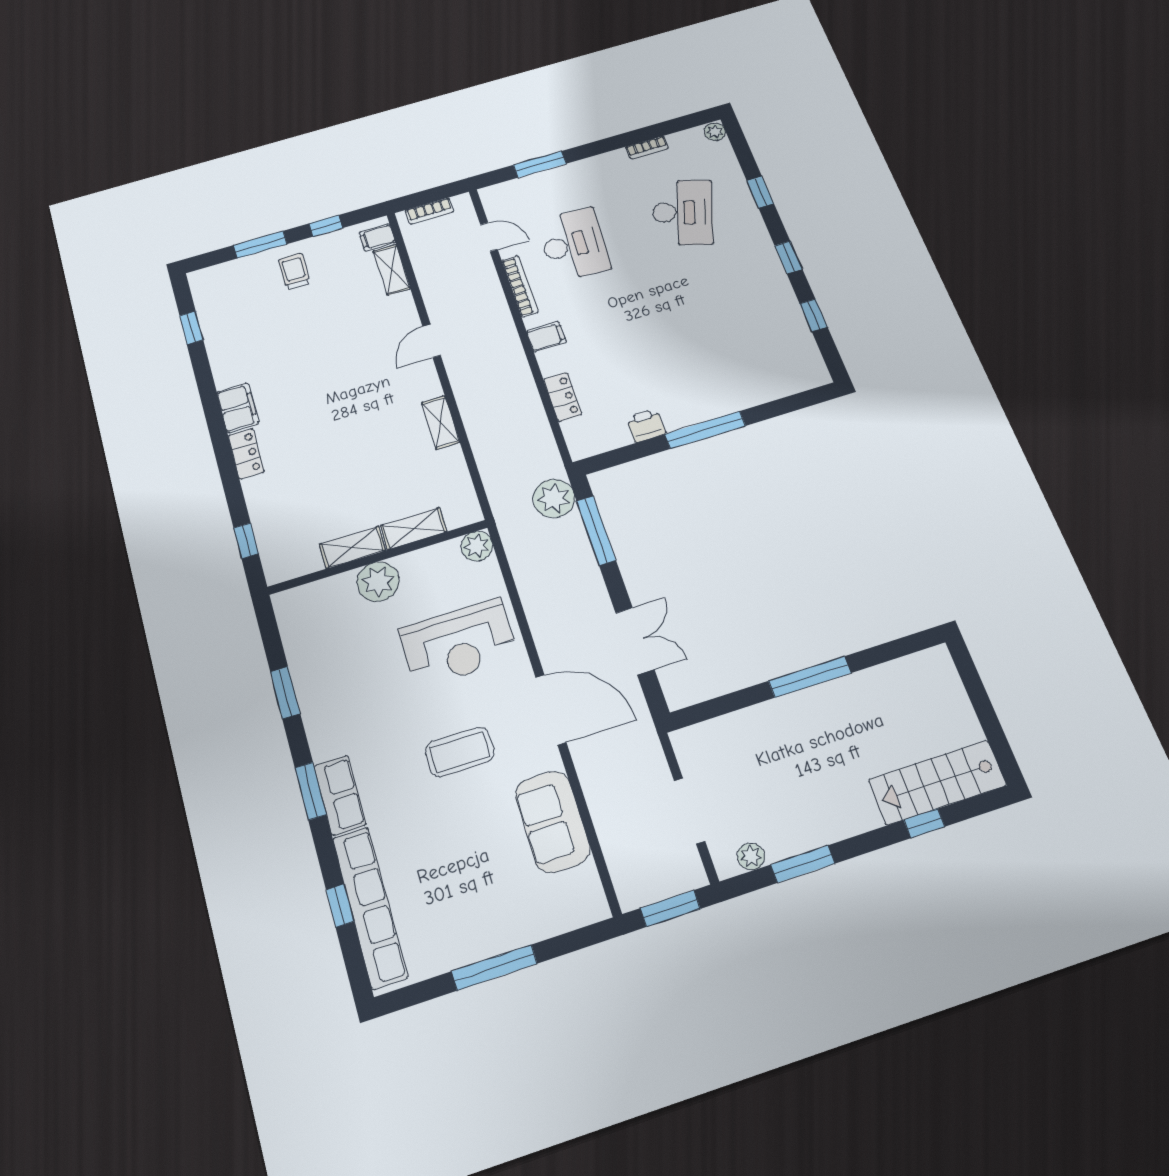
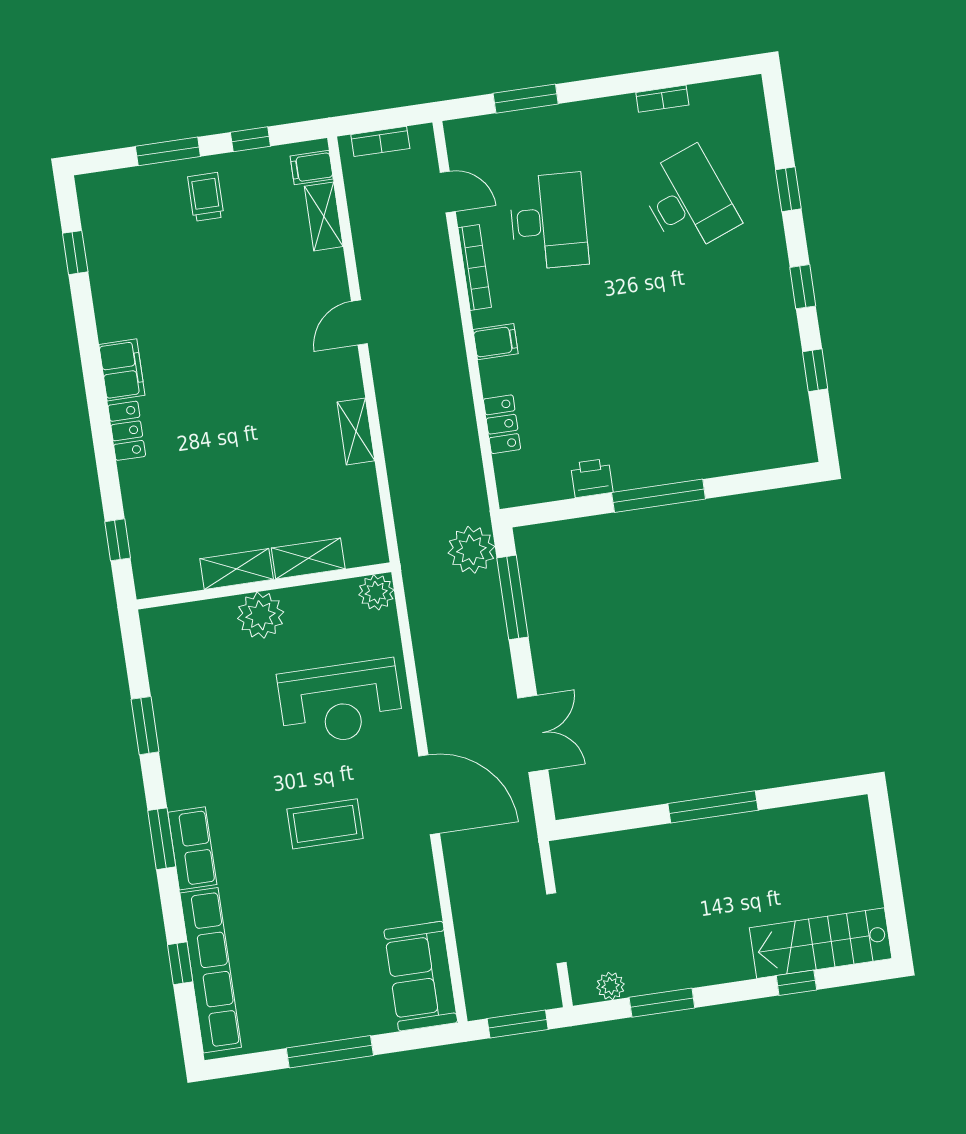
plant: (715, 132) -> (751, 91), removed
desk: (683, 212) -> (688, 201), turned -39
sofa: (552, 821) -> (421, 976), moved

